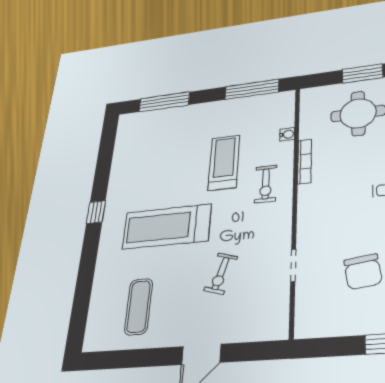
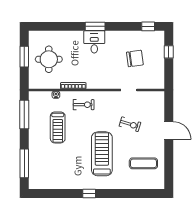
treadmill: (224, 163) -> (58, 127), moved, turned -90
treadmill: (167, 227) -> (102, 154), turned 180

